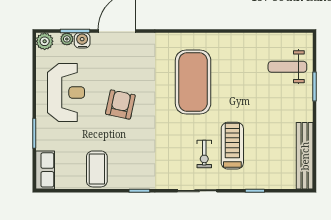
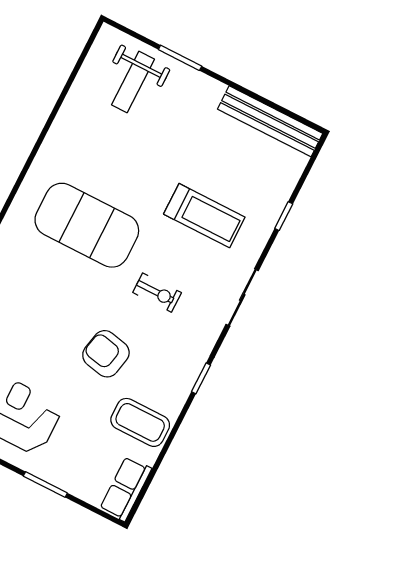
armchair: (120, 104) -> (106, 354), moved
treadmill: (232, 146) -> (204, 216), turned 180
exercise bike: (204, 154) -> (157, 293), moved
row of seats: (45, 170) -> (126, 489), moved, turned -90

